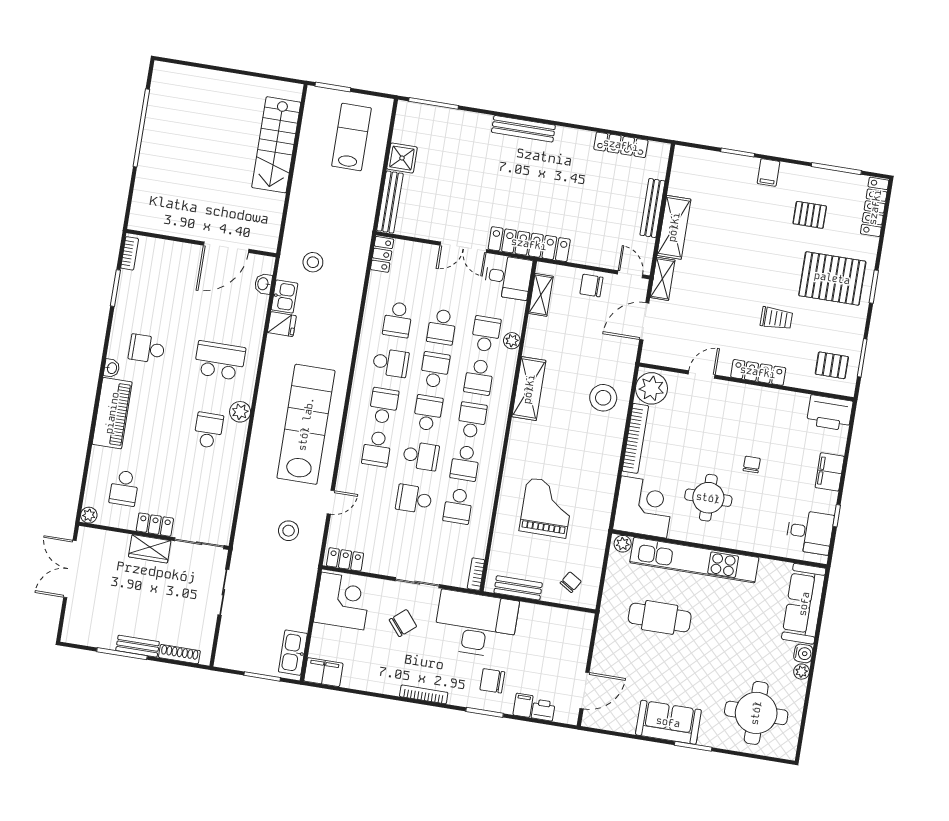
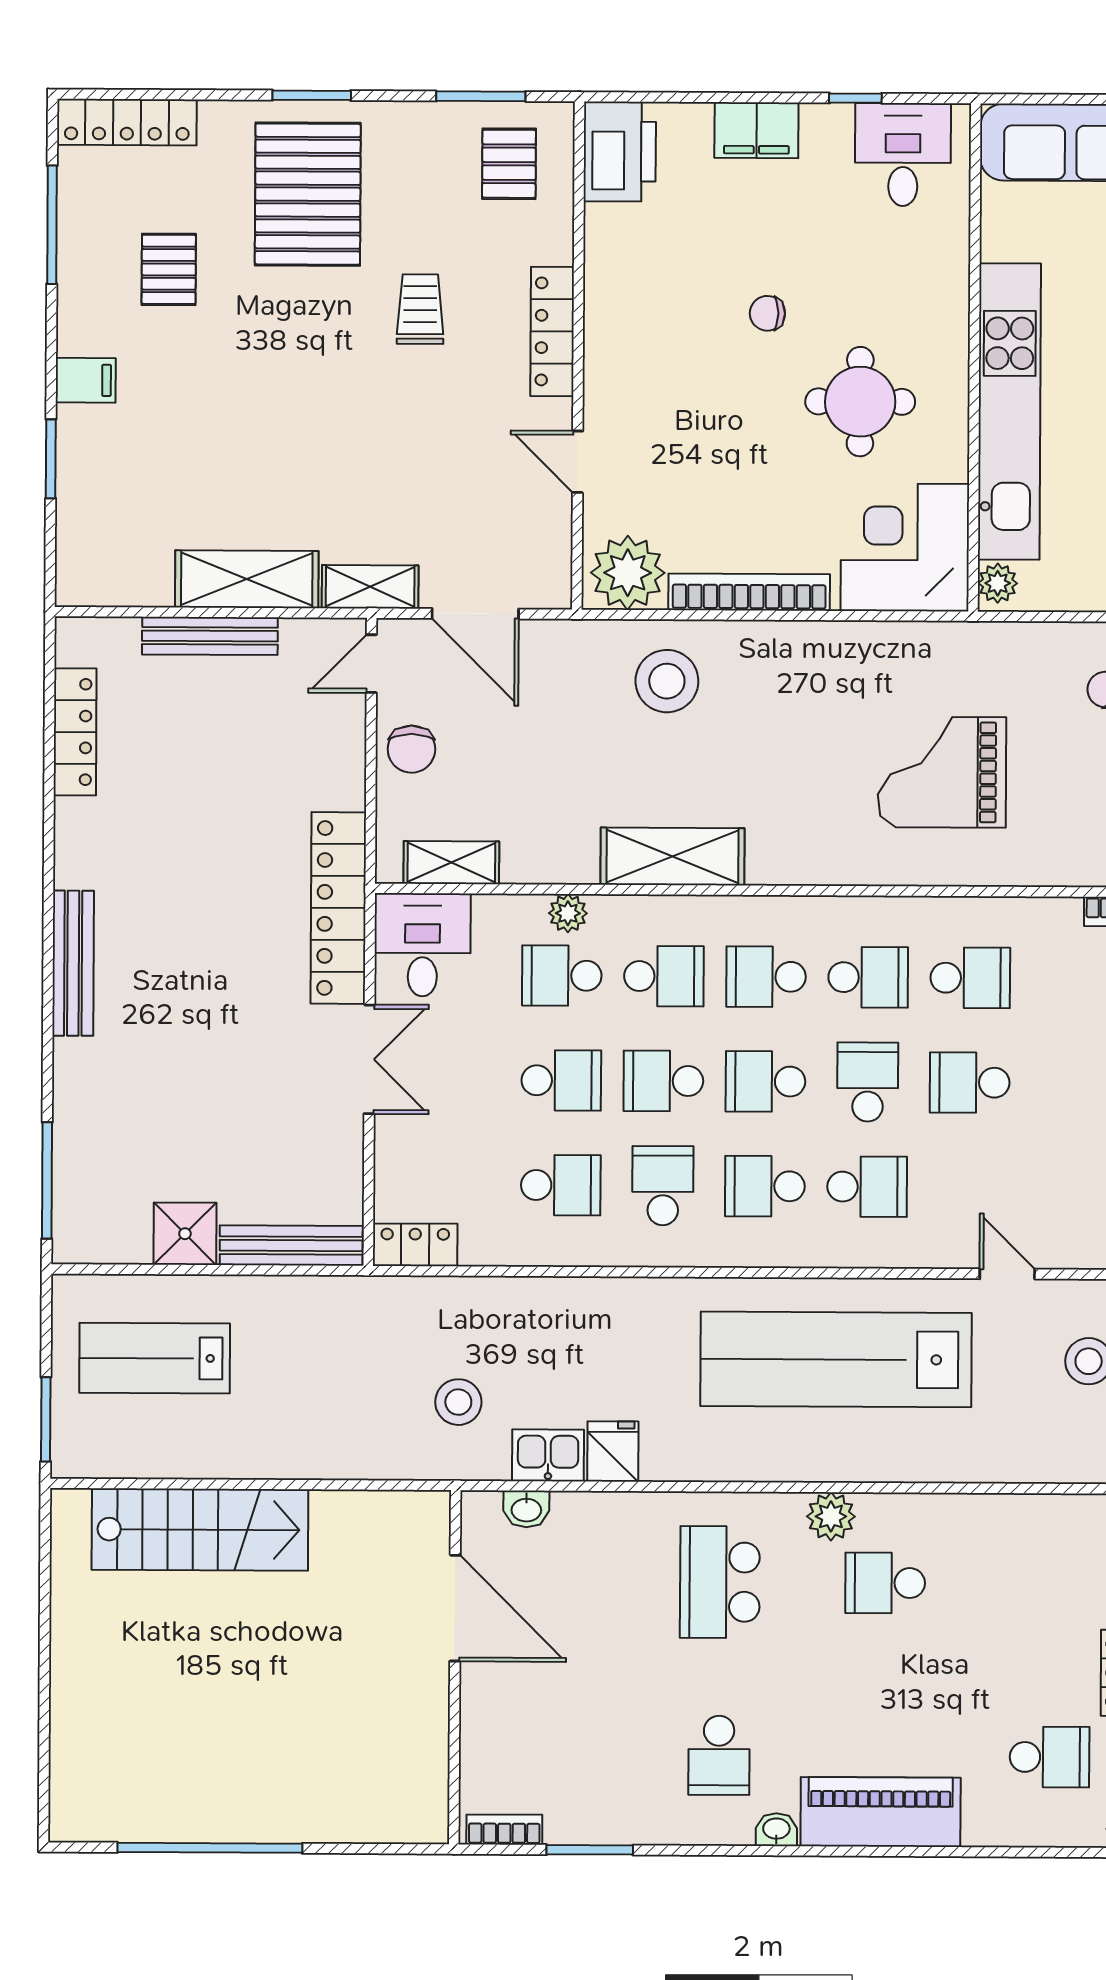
school desk: (414, 499) -> (970, 1083), turned 90

